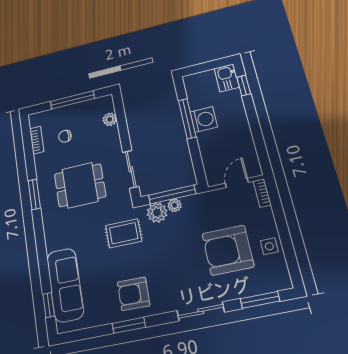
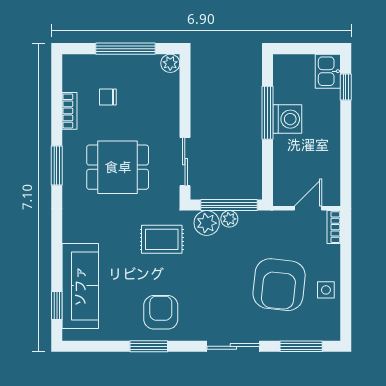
plant: (110, 119) -> (170, 63), moved
bookcase: (37, 140) -> (70, 111), moved
armchair: (228, 250) -> (279, 285), turned -84
armchair: (134, 294) -> (161, 312), turned 89

